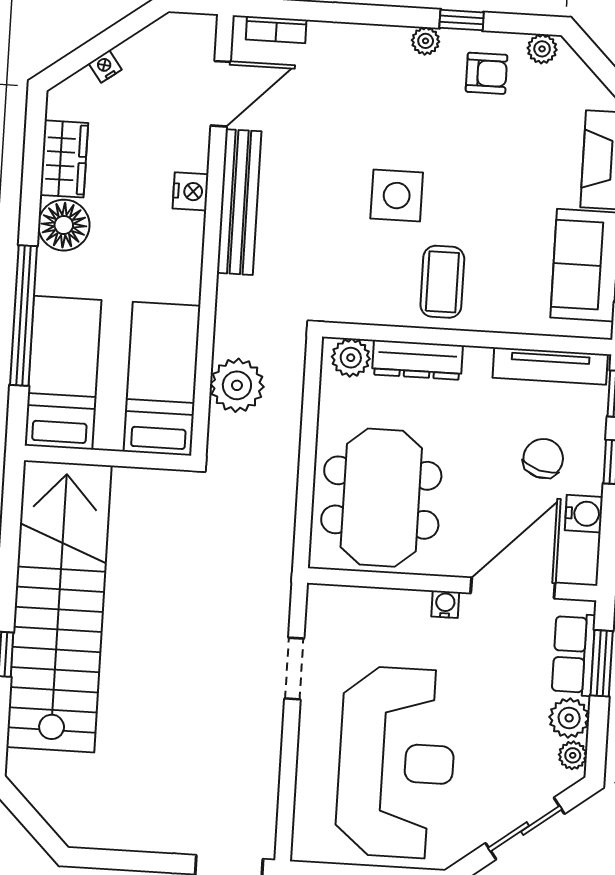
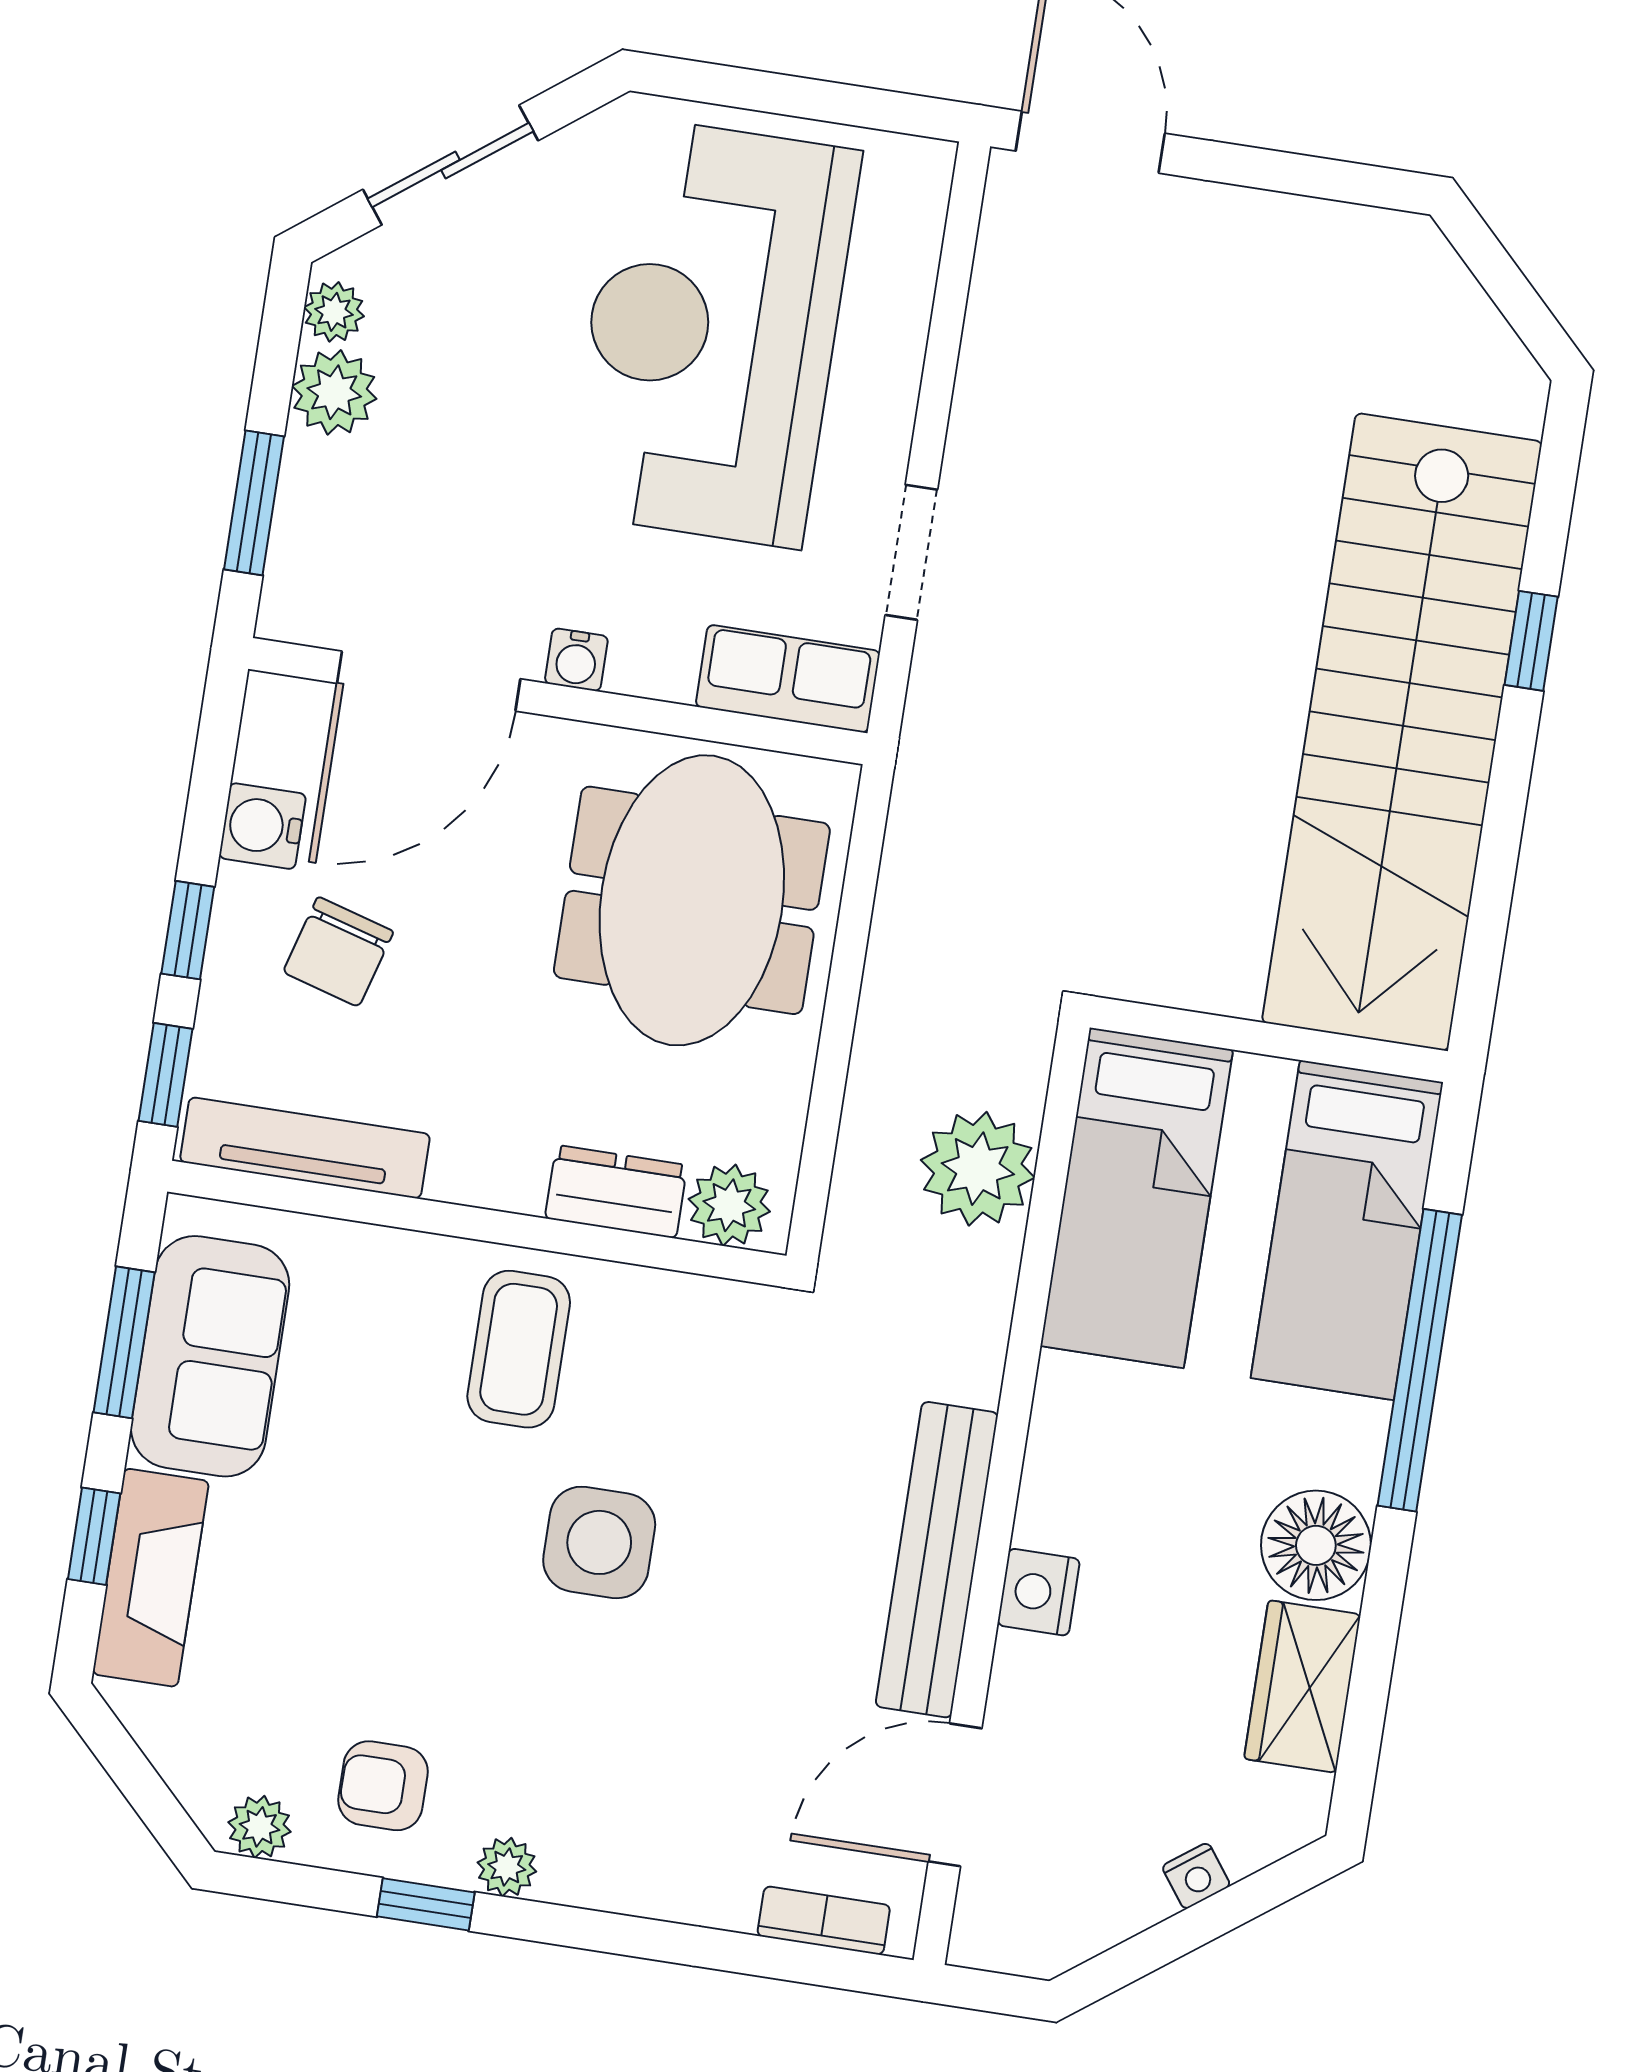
dresser: (417, 360) -> (616, 1192), width x0.70
row of seats: (574, 655) -> (788, 679), moved, turned -90

